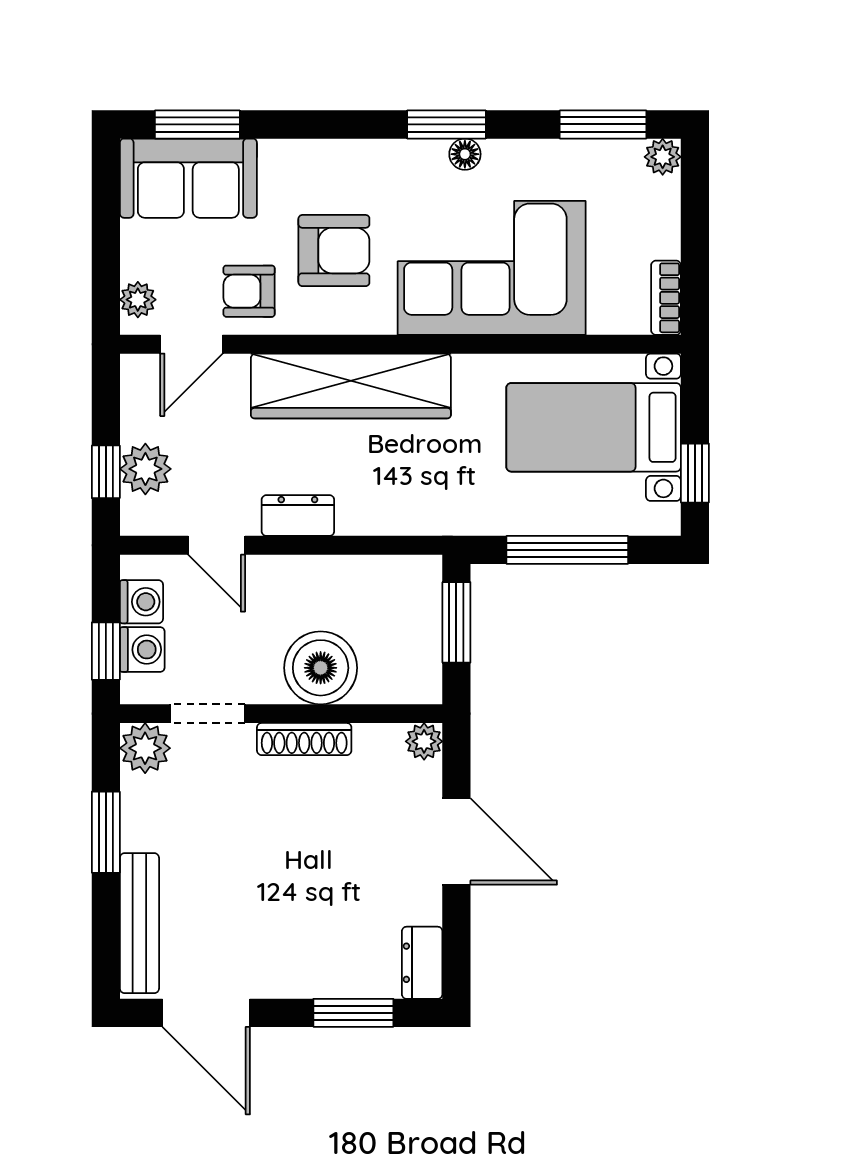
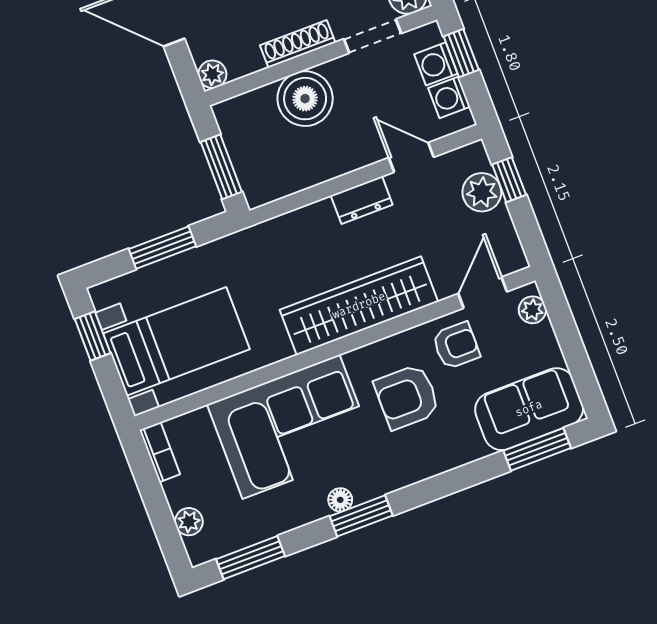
plant: (663, 157) -> (189, 522), moved
window: (567, 550) -> (162, 248), width x0.69

